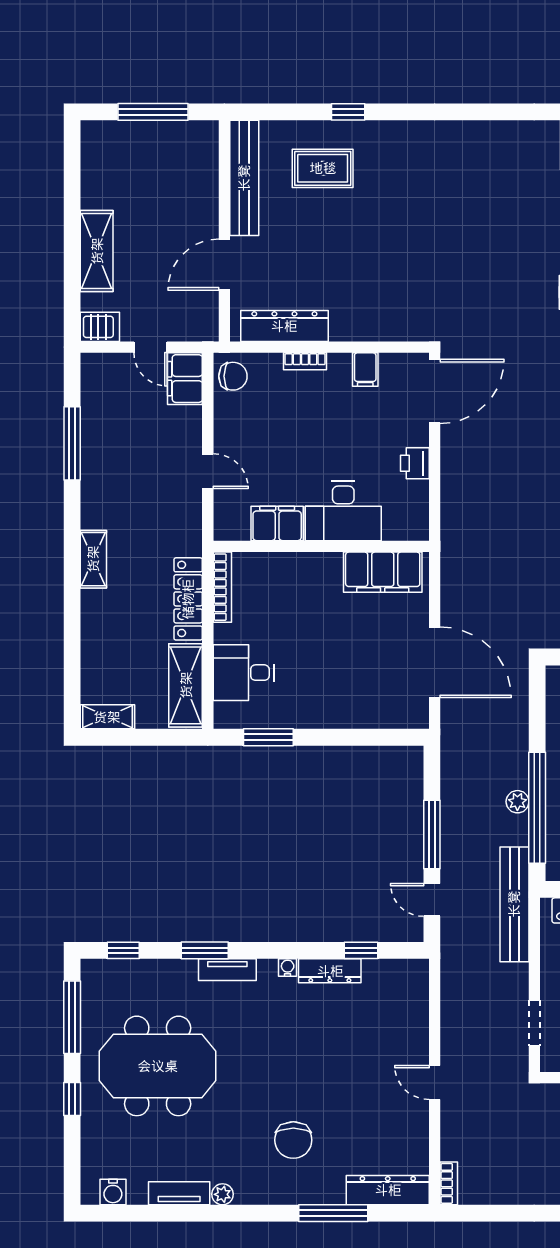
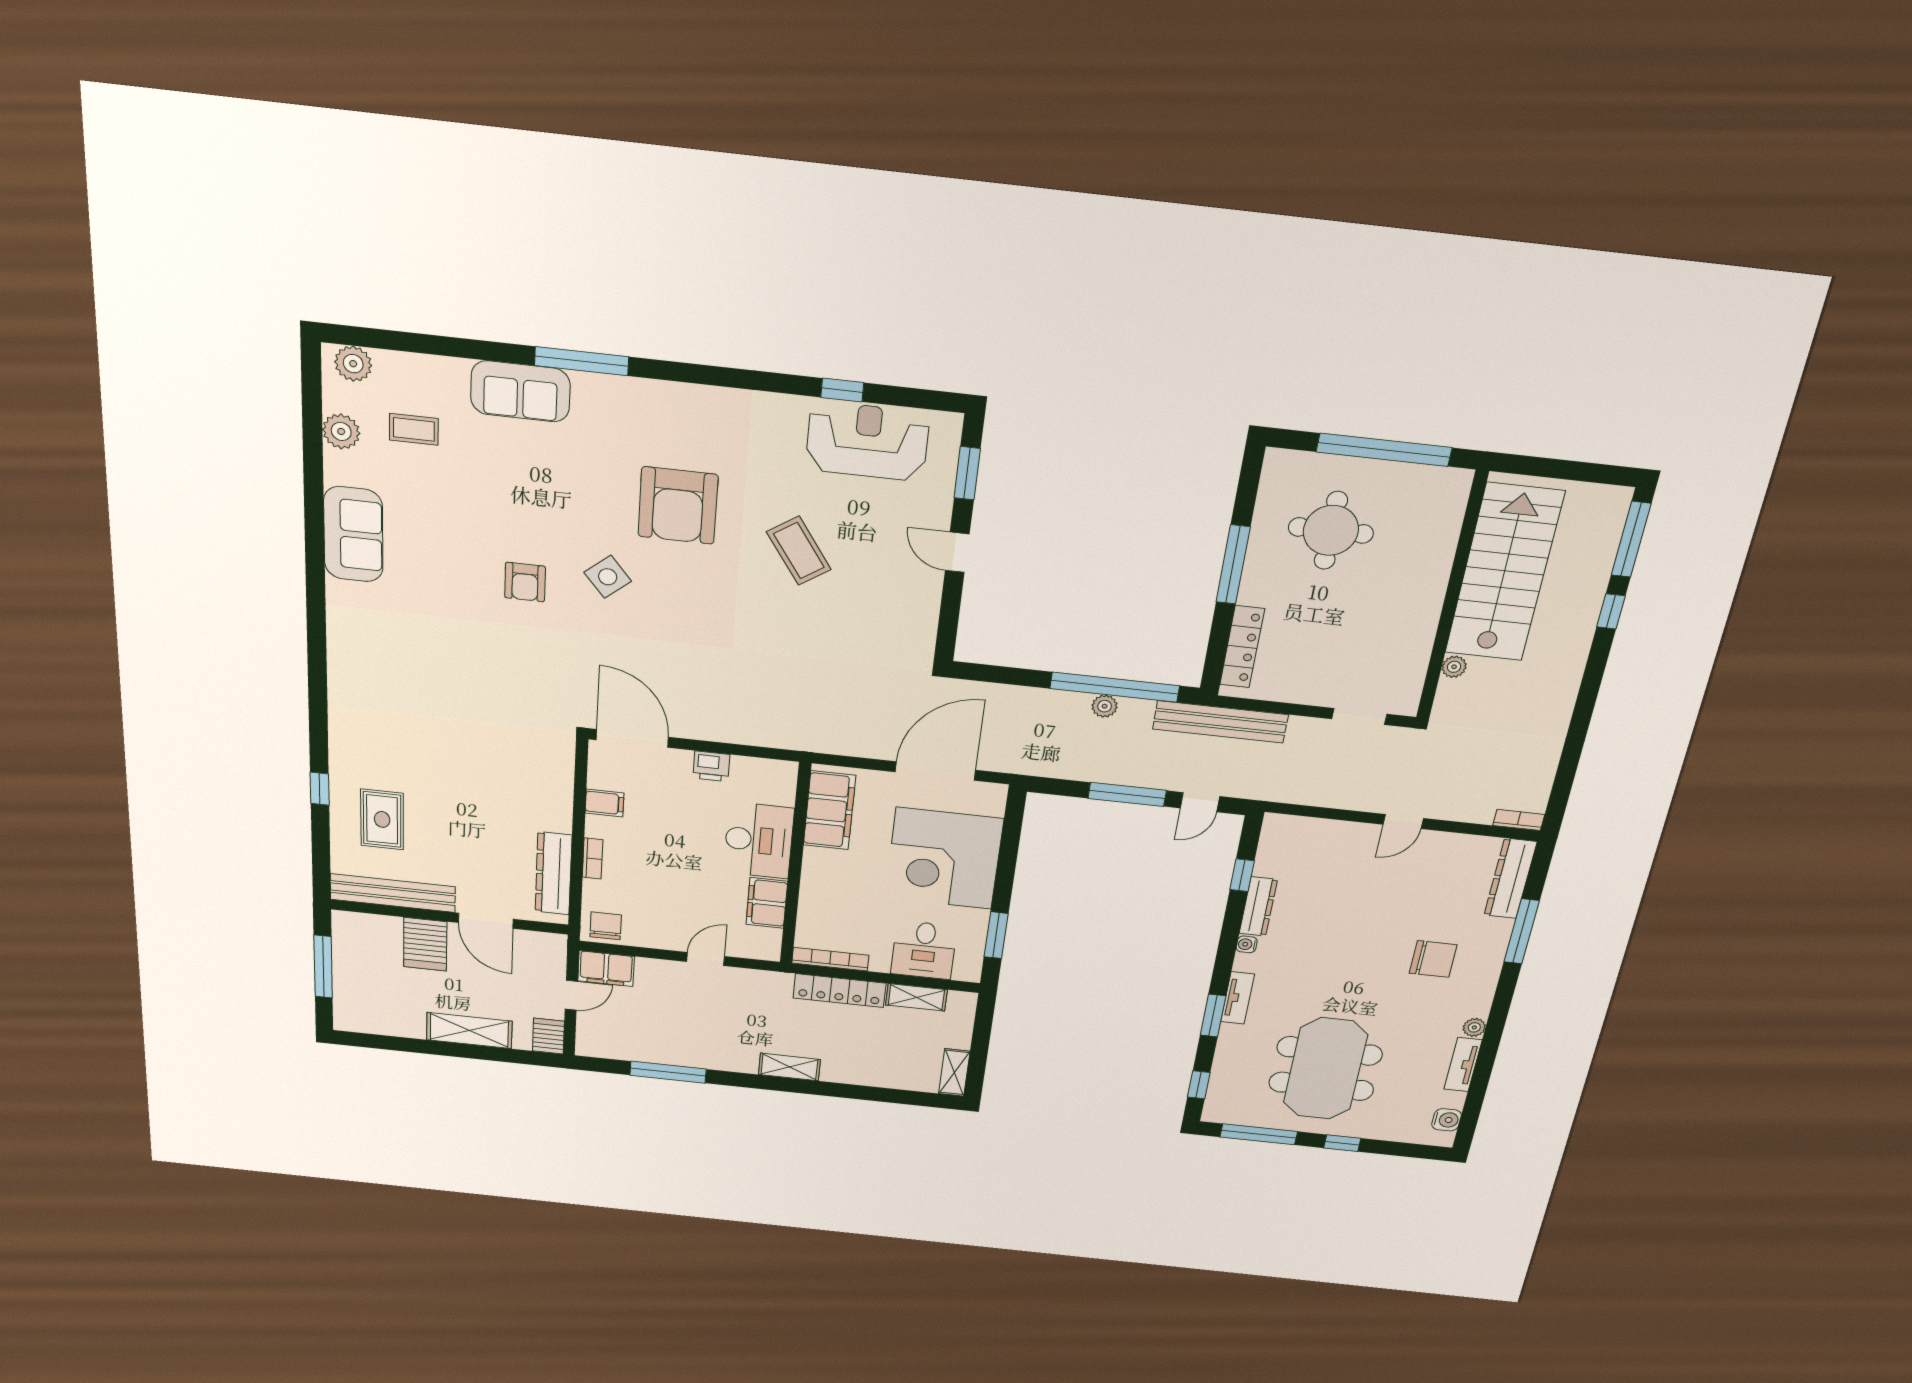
server rack: (191, 208) -> (425, 944), added
corner desk: (345, 680) -> (944, 859), added
shelving: (186, 685) -> (916, 997), width x0.67, depth x0.75

